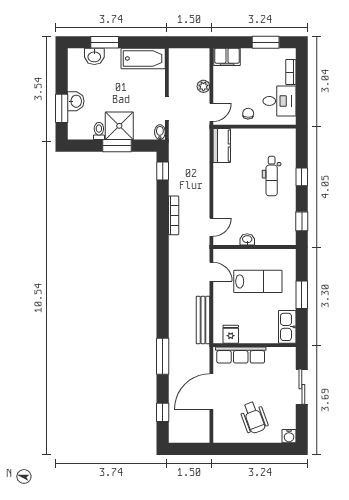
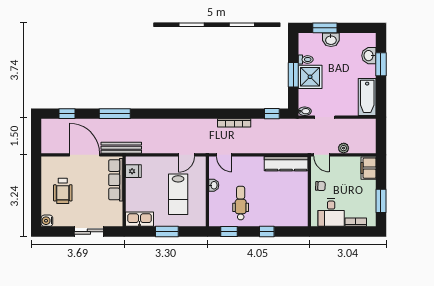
kitchen counter: (222, 146) -> (286, 164), width x1.50
dental chair: (272, 176) -> (241, 203), moved, turned 90
bench: (203, 320) -> (121, 148), moved
wheelchair: (254, 417) -> (63, 191), turned -70

